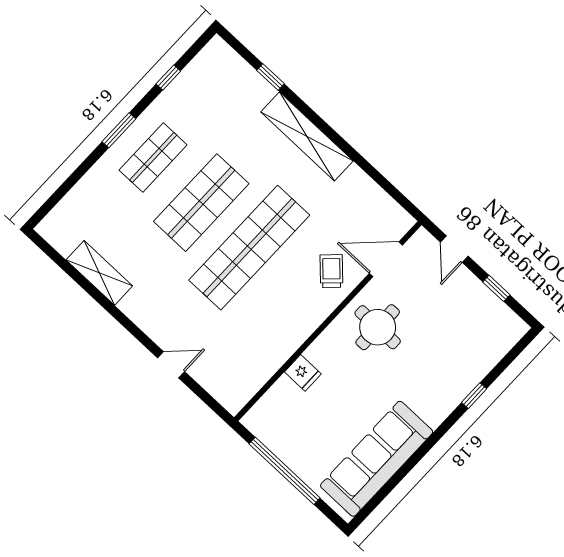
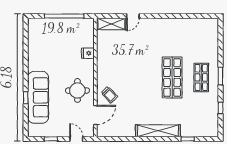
shop shelf: (249, 248) -> (143, 77), removed
shelving: (99, 273) -> (111, 24), moved
sofa: (377, 459) -> (38, 97), moved

